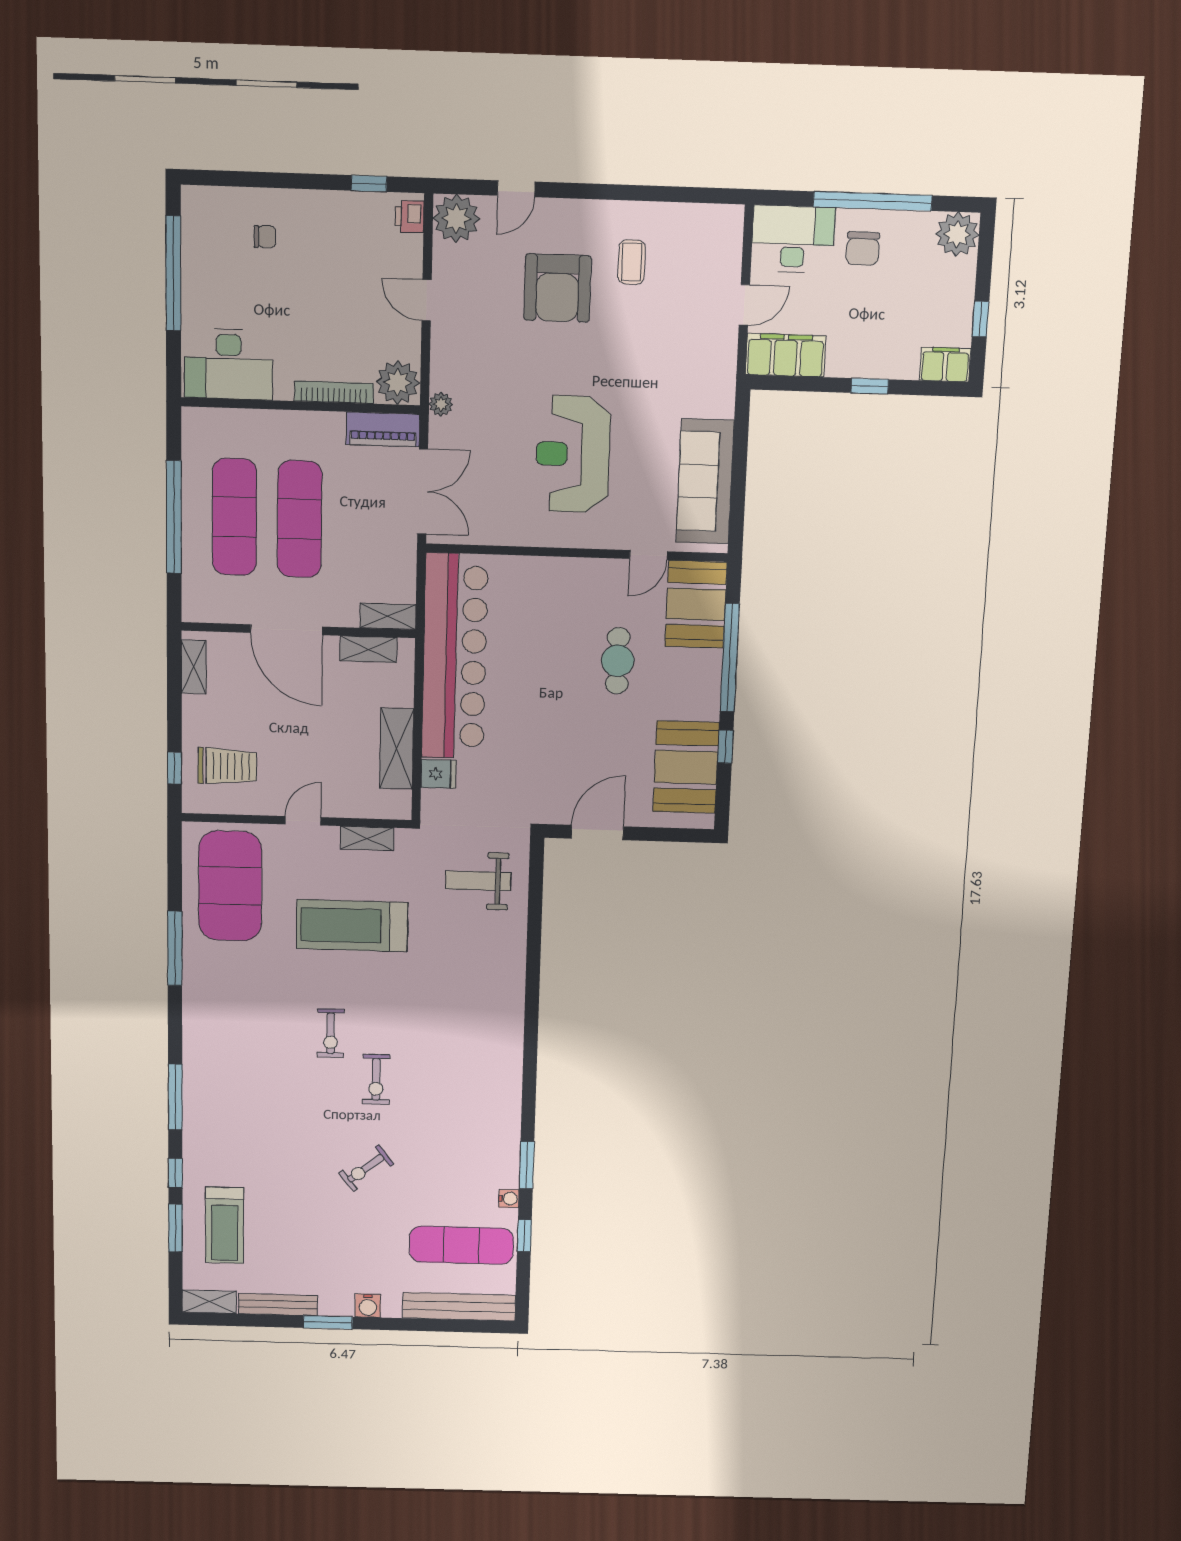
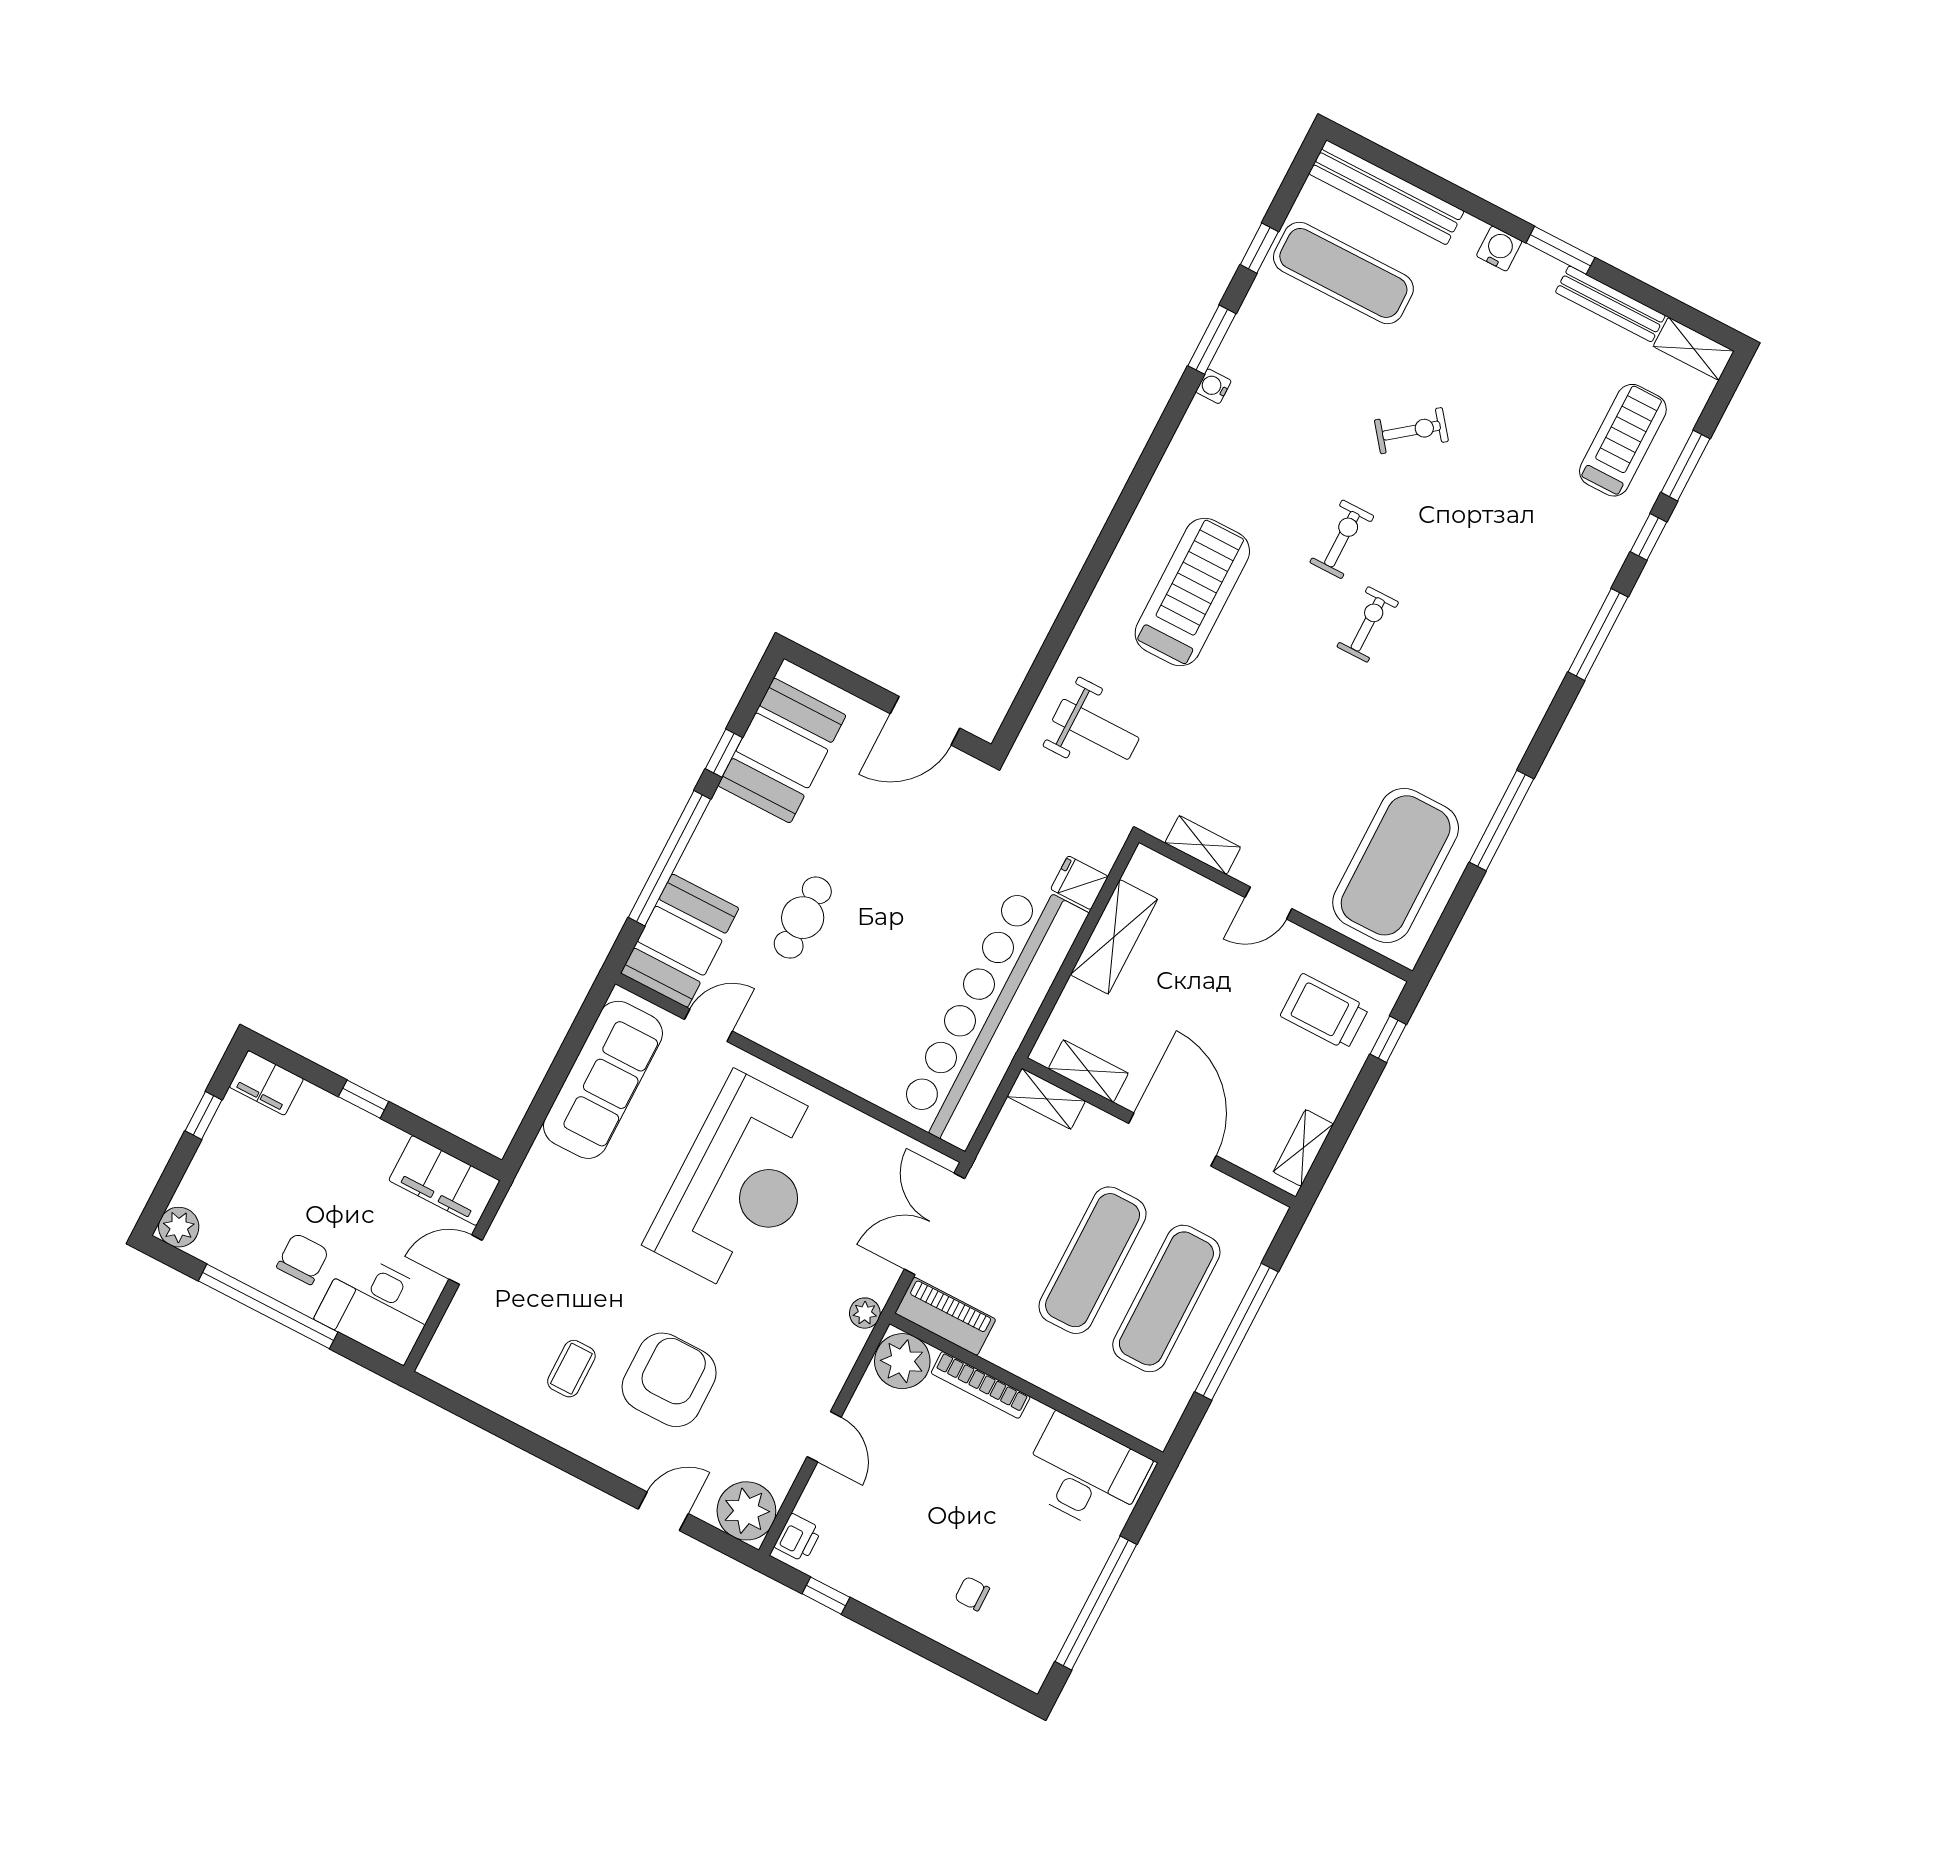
plant: (957, 234) -> (179, 1227), width x0.73, depth x0.73
reception desk: (573, 454) -> (741, 1184), width x1.36, depth x1.30
treadmill: (352, 926) -> (1192, 592), moved, turned -90
water cooler: (509, 1199) -> (1213, 386), moved

